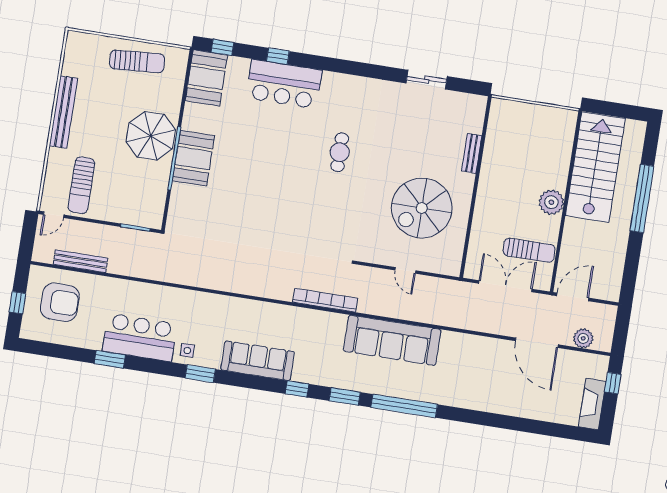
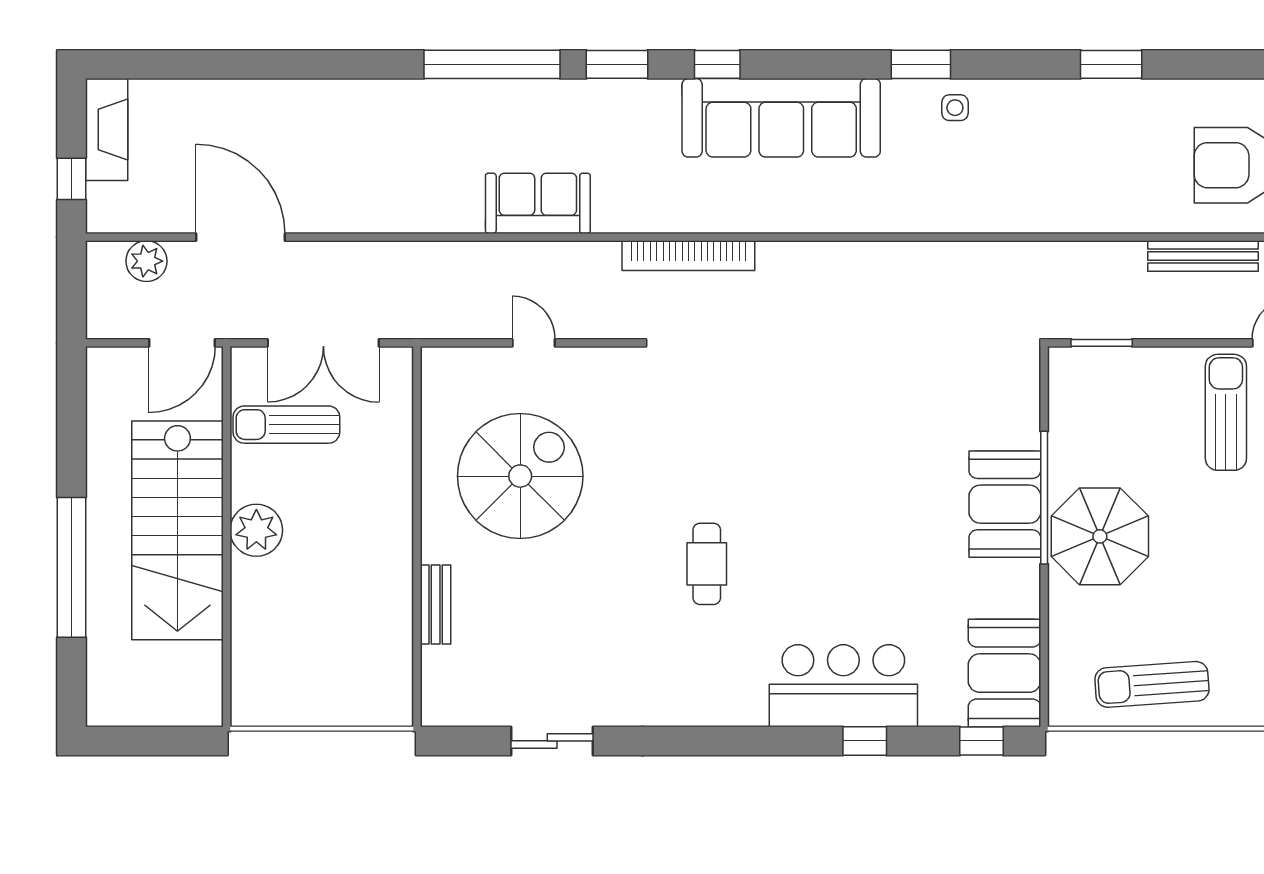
stairs: (595, 167) -> (177, 530), moved
bar counter: (140, 337) -> (1057, 119), removed
sofa: (392, 340) -> (538, 203), width x0.54, depth x0.79
sofa: (258, 361) -> (781, 118), width x1.36, depth x1.27

